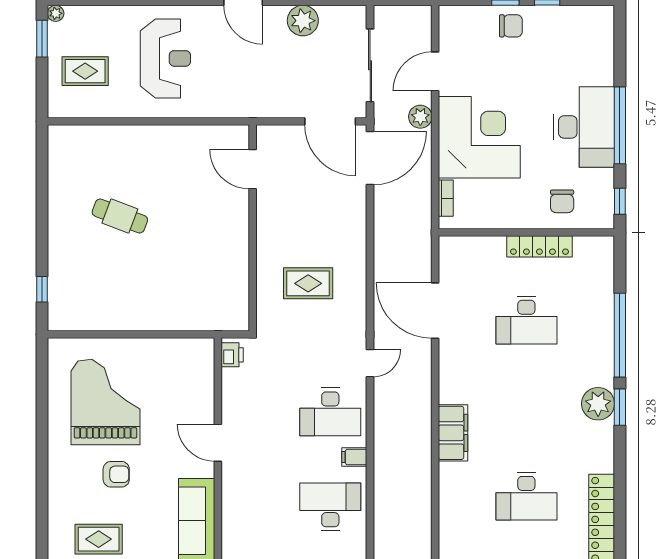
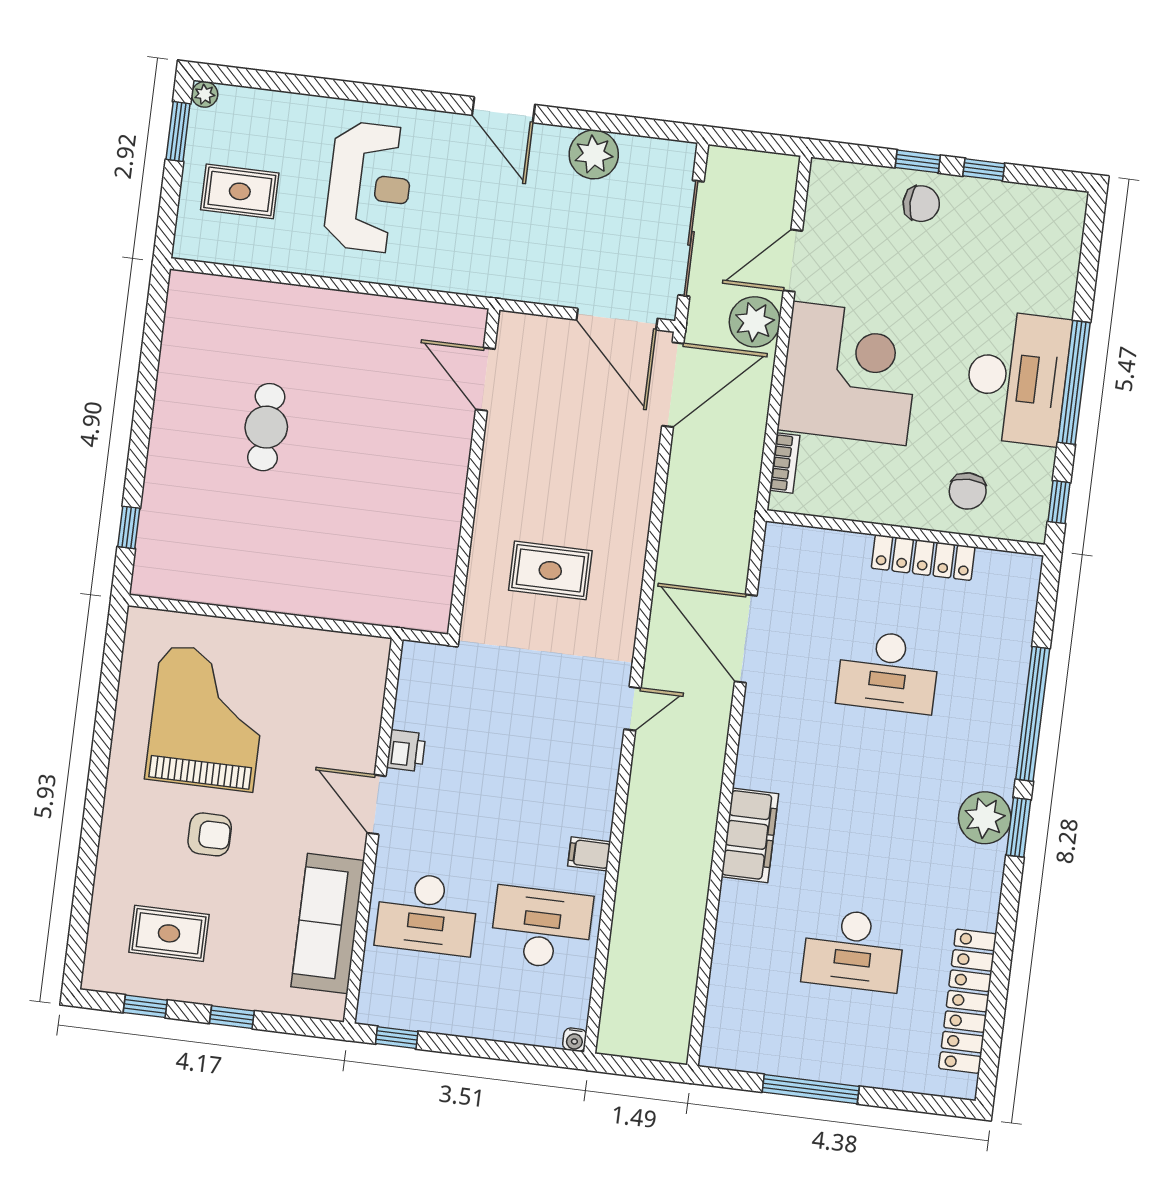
plant: (420, 117) -> (755, 322), width x1.36, depth x1.36
cafe table: (120, 216) -> (266, 427), turned 69
printer: (232, 355) -> (406, 751), moved
desk: (330, 412) -> (427, 914), moved

